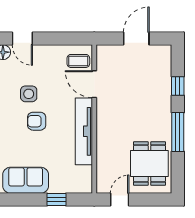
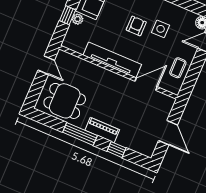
coffee table: (78, 61) -> (178, 68), moved
piano: (163, 110) -> (102, 130), added
plant: (56, 187) -> (78, 19), added

